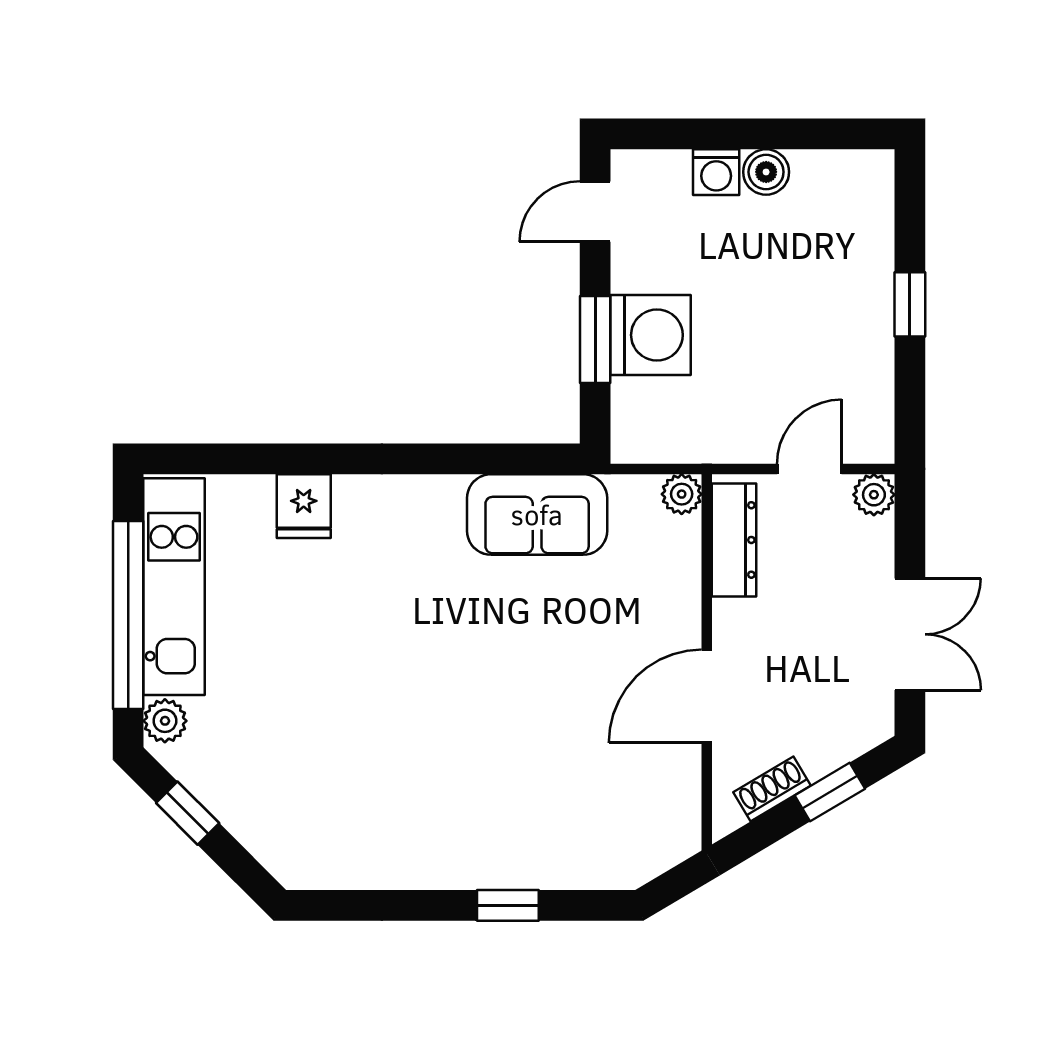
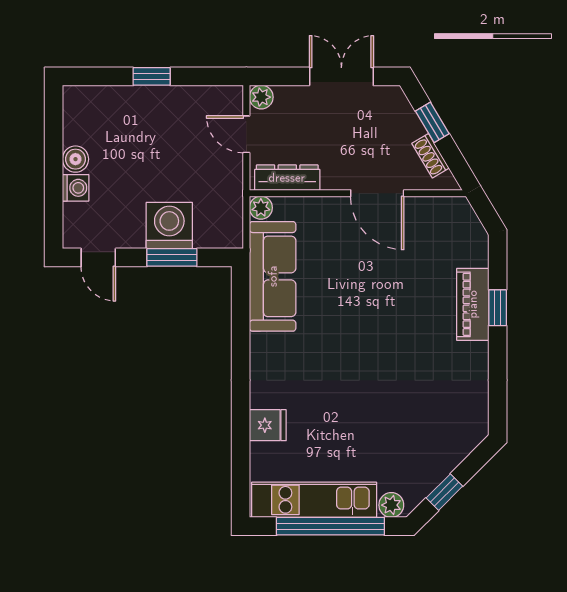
sofa: (537, 514) -> (273, 276), width x1.36
piano: (514, 862) -> (473, 304), added

